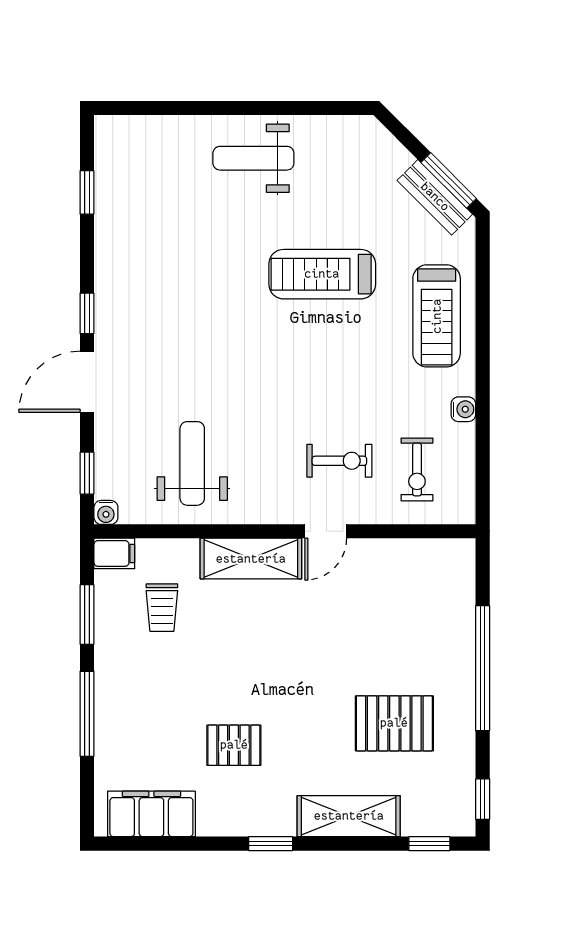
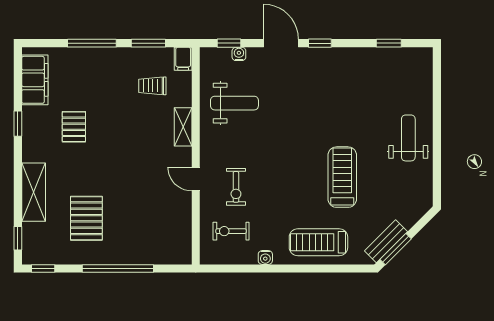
water cooler: (106, 512) -> (239, 54), moved, turned 90
shelving: (251, 559) -> (183, 127), width x0.67, depth x0.75
window: (271, 844) -> (18, 124), moved

